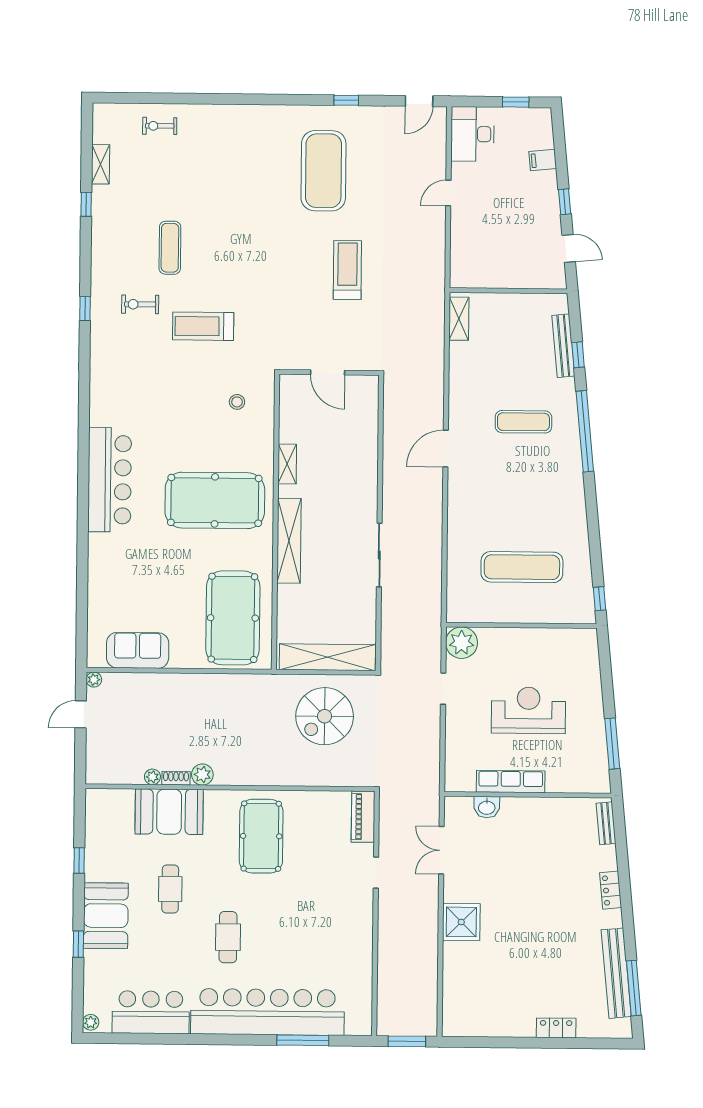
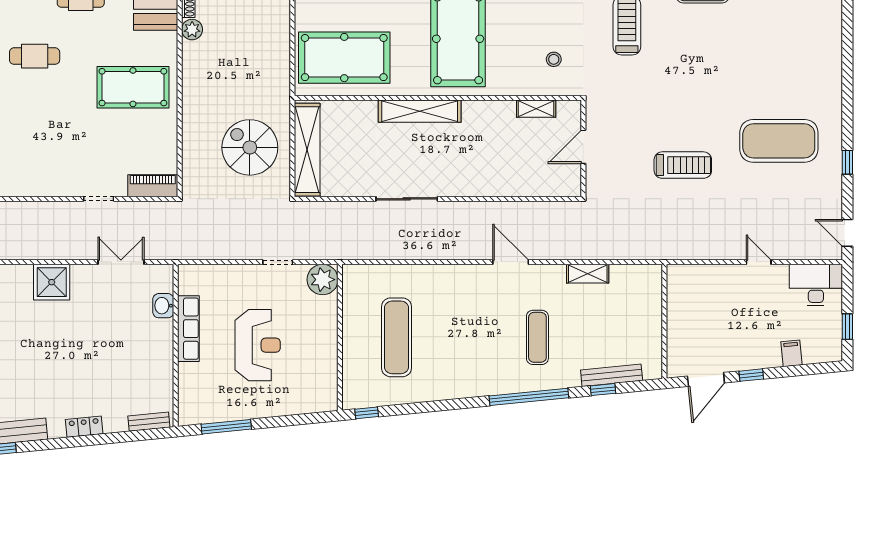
door: (569, 248) -> (706, 379), width x1.38
shelving: (459, 319) -> (588, 274), moved
shelving: (287, 464) -> (536, 109), moved

